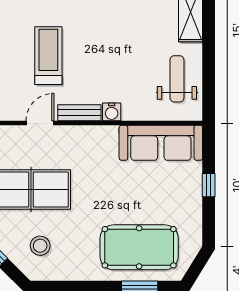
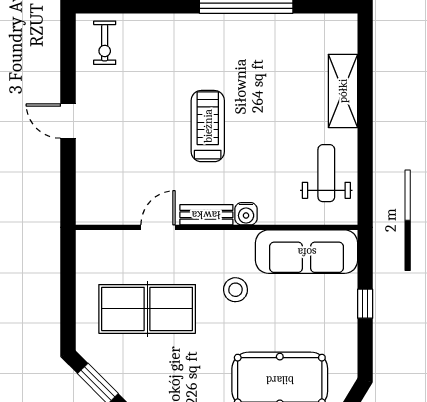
treadmill: (48, 56) -> (208, 126), moved
stool: (40, 246) -> (236, 290), moved

